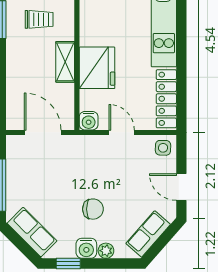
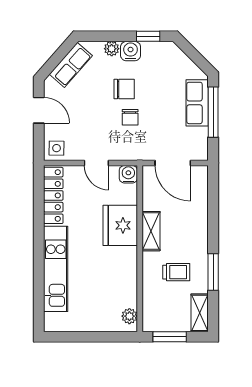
trolley: (39, 19) -> (176, 272), turned 180
chair: (87, 180) -> (130, 117), added
chair: (93, 209) -> (124, 89), turned 180
row of seats: (32, 232) -> (197, 103), moved, turned 45

